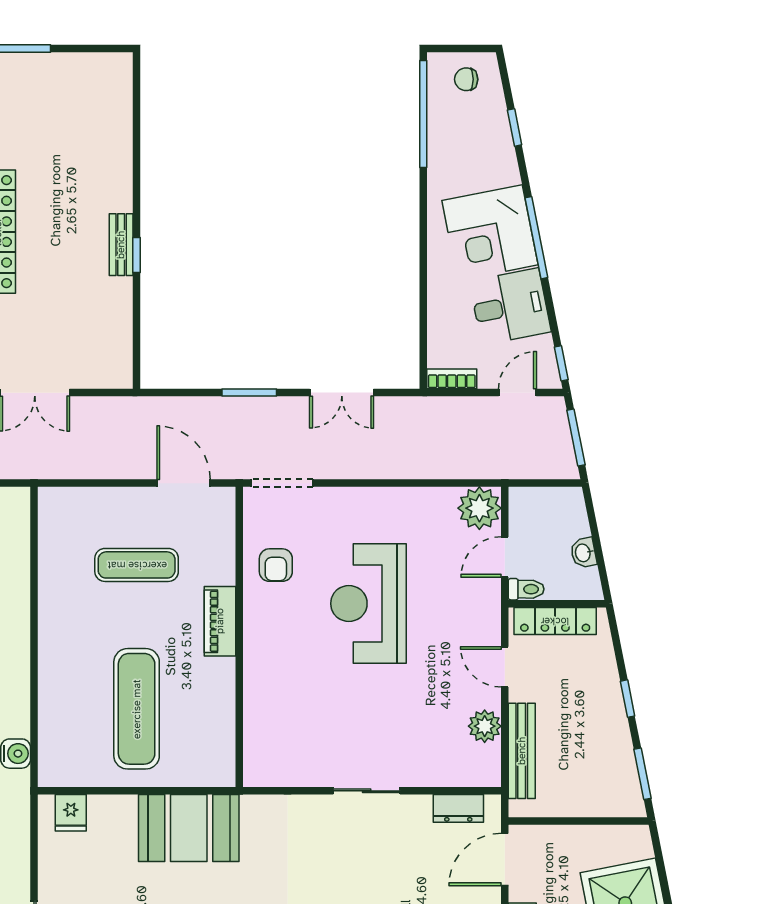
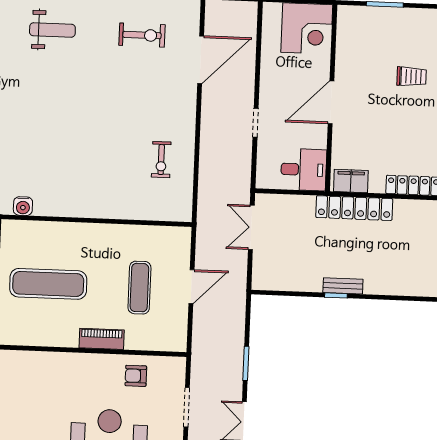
door: (184, 483) -> (191, 287), moved
doorway: (282, 483) -> (187, 407), moved

